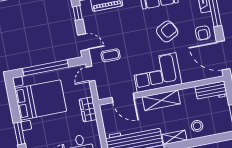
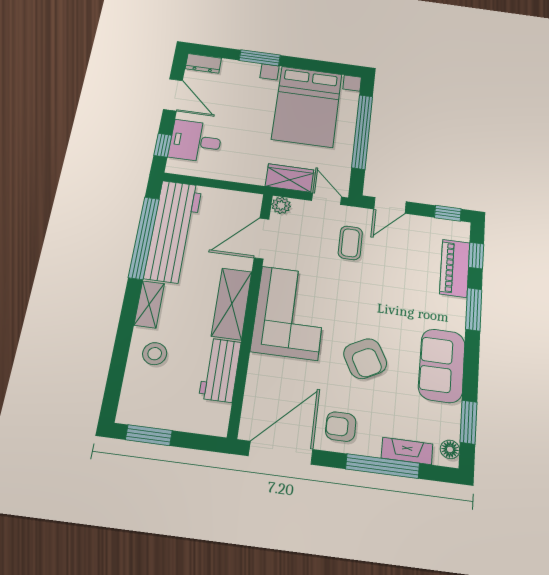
workbench: (211, 91) -> (220, 370), moved
plant: (102, 94) -> (281, 205), added
wardrobe: (88, 109) -> (290, 178), moved

